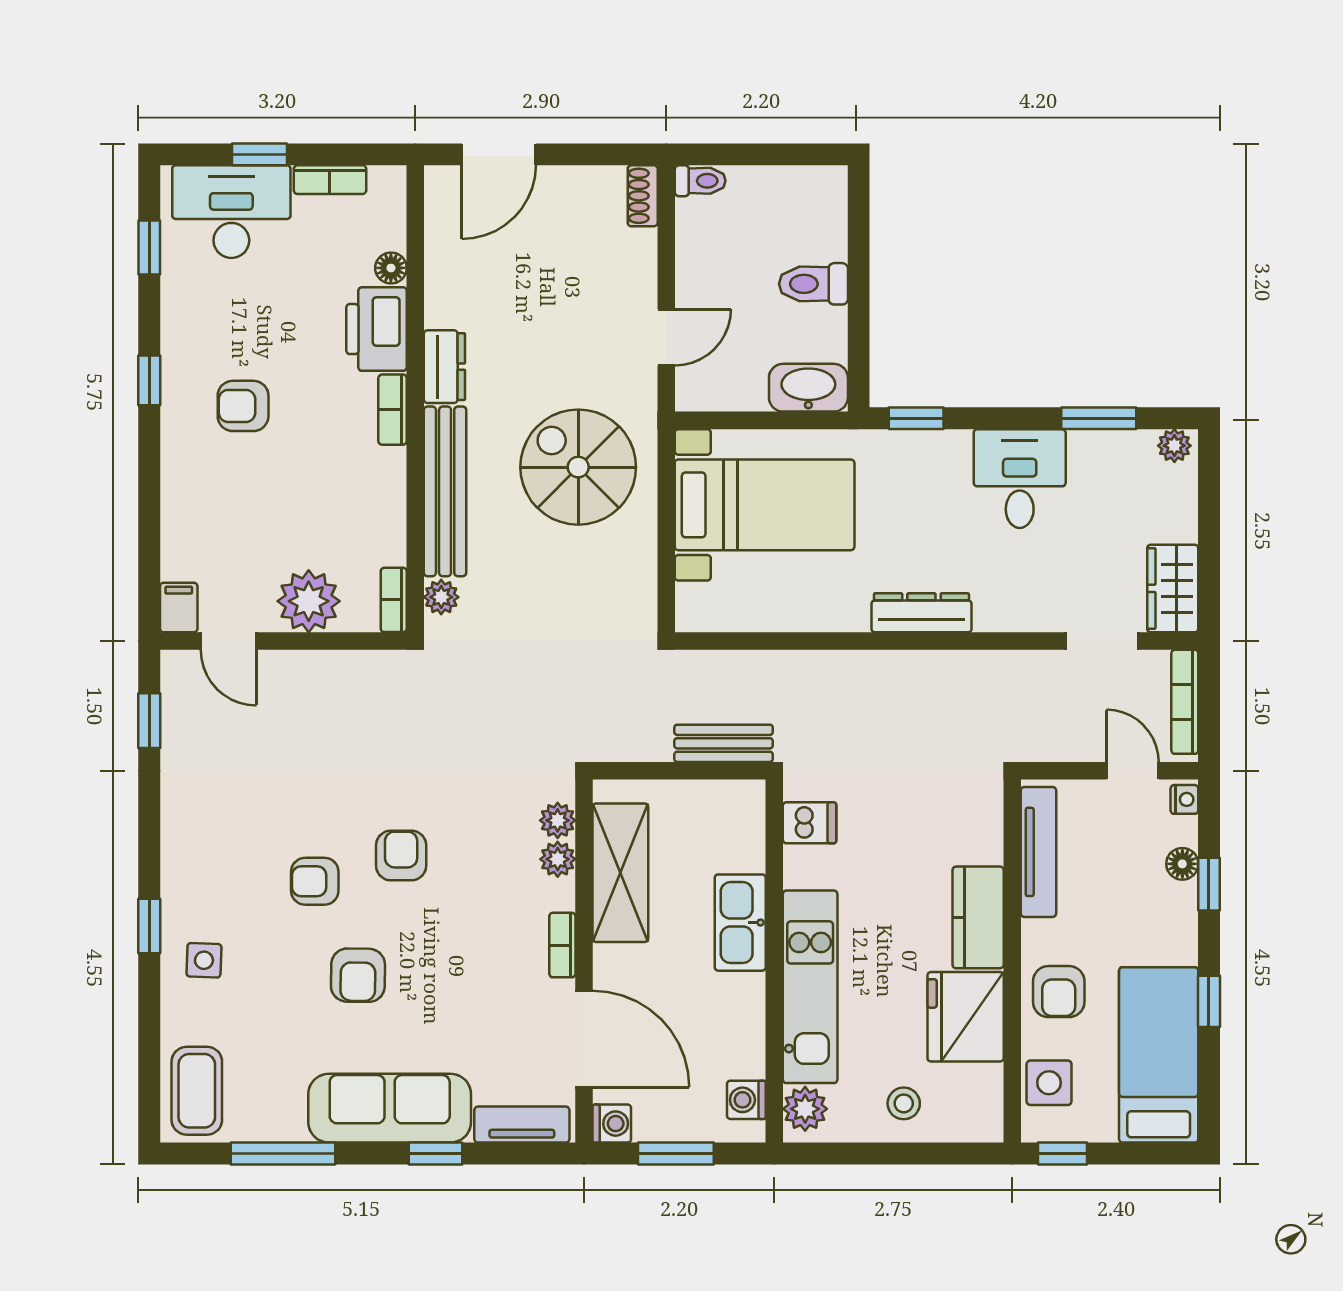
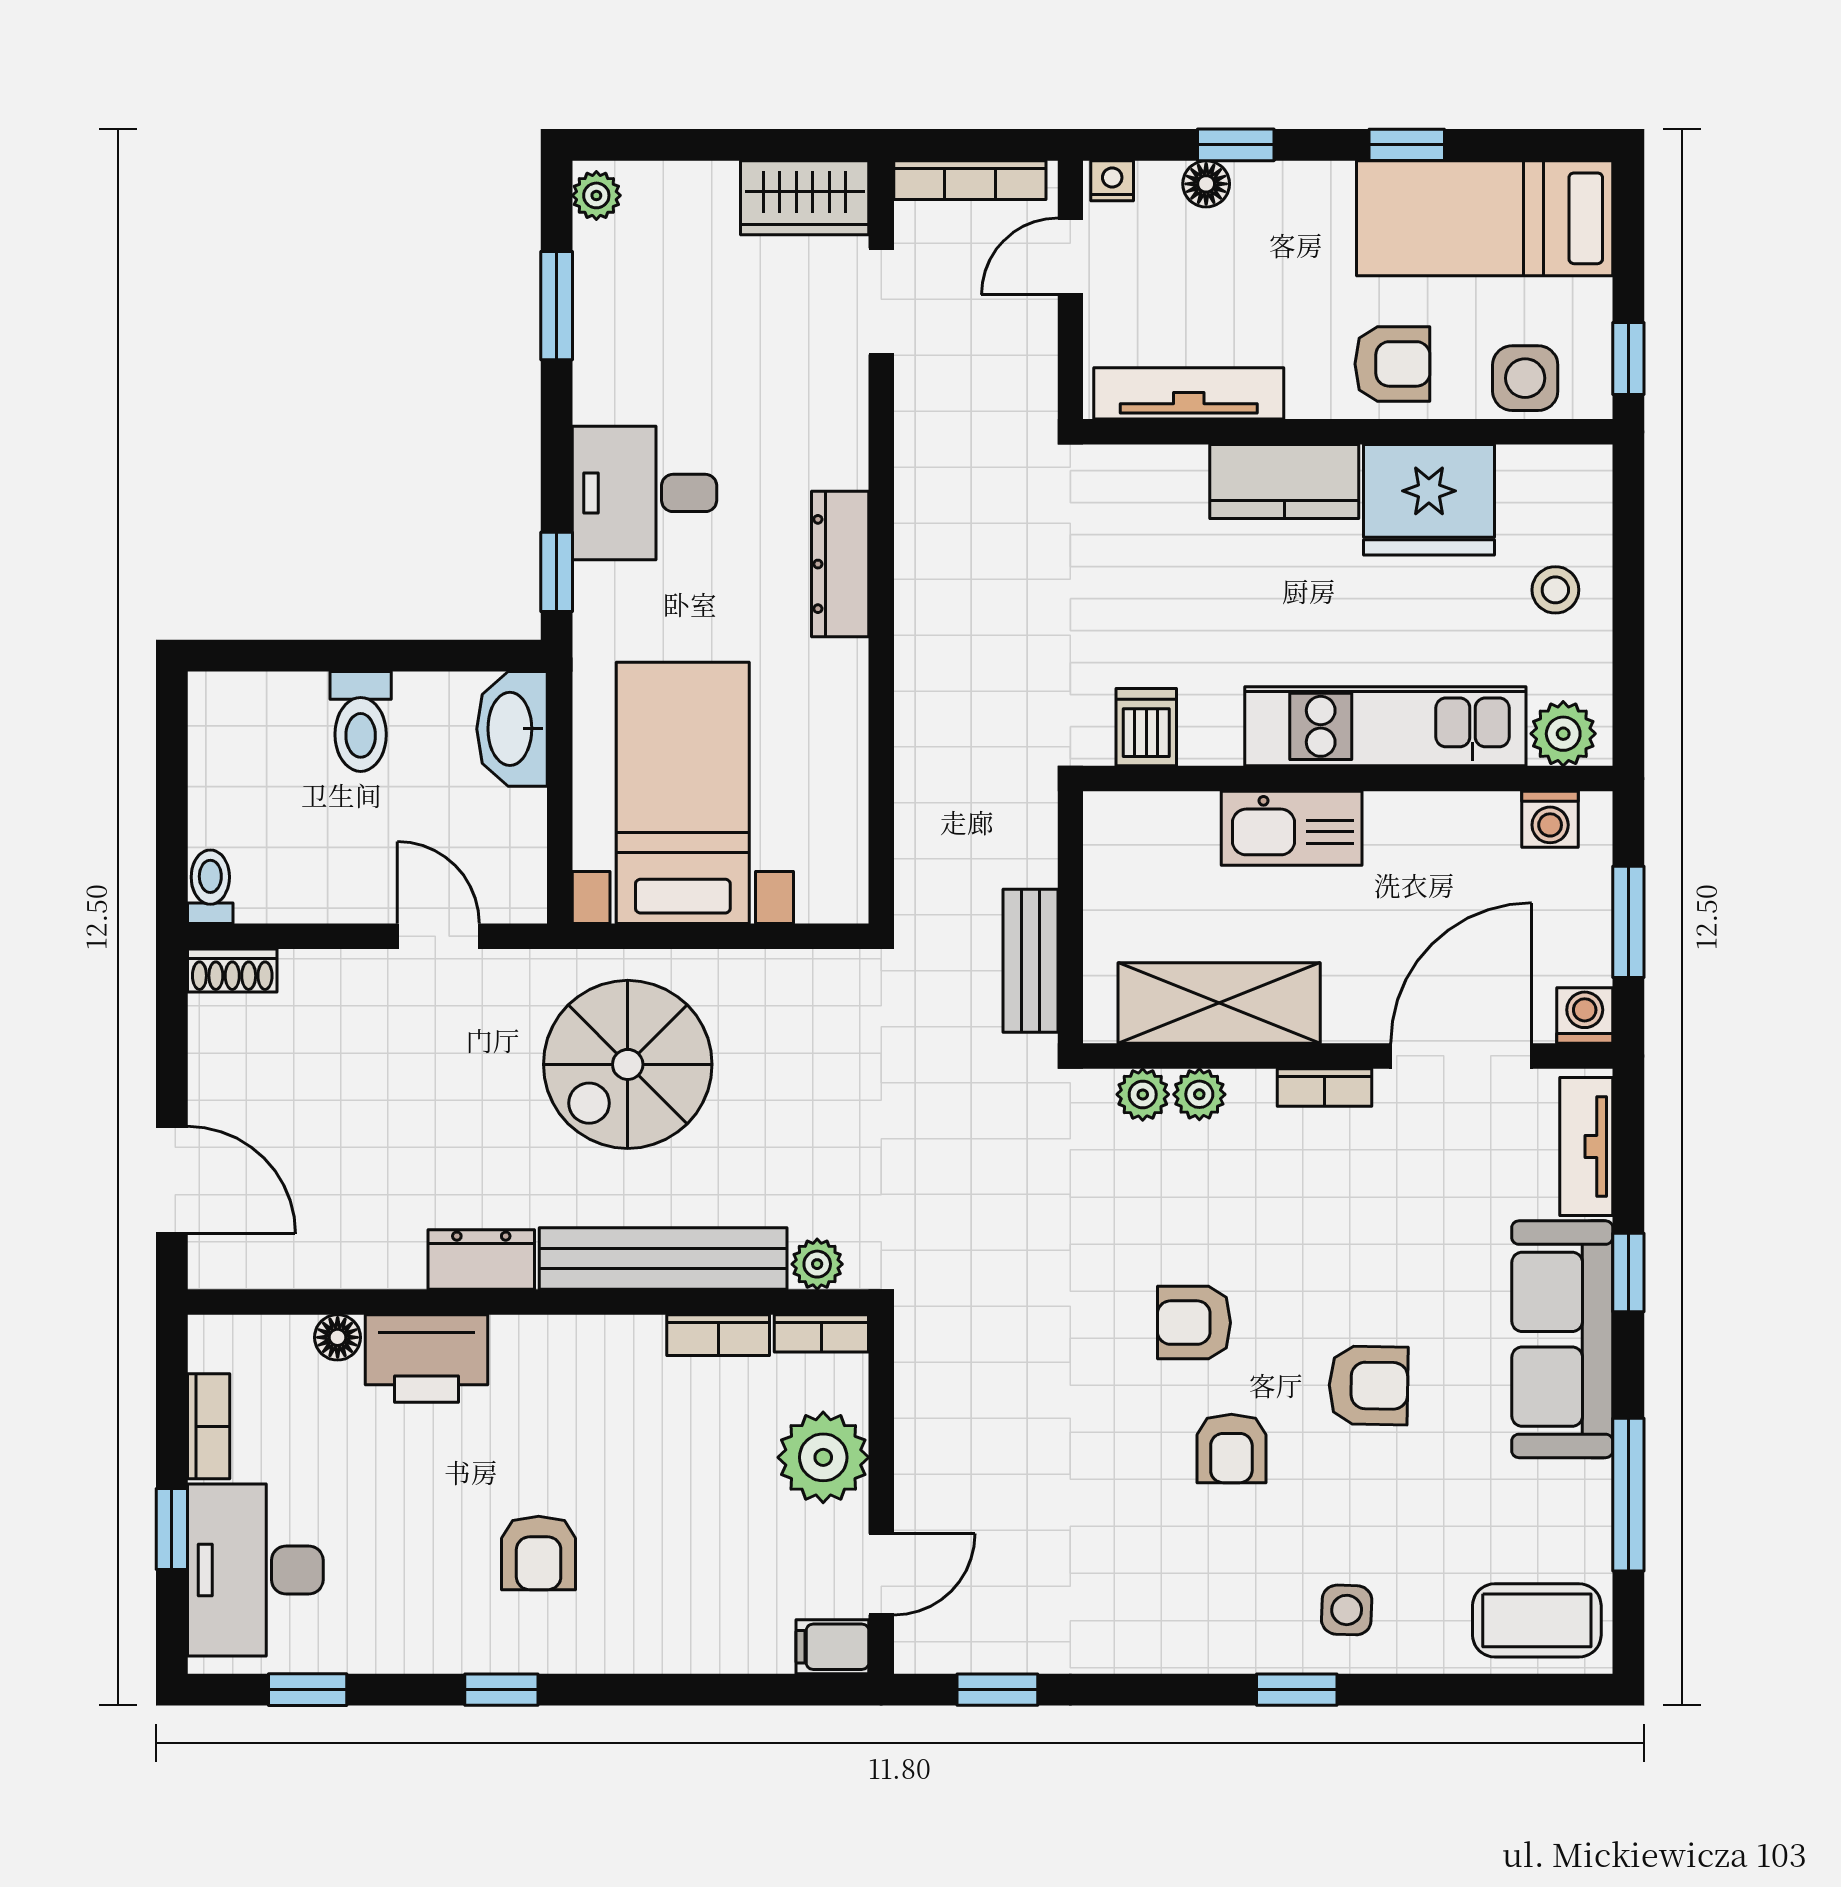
bookcase: (393, 410) -> (718, 1335), moved
desk: (1020, 479) -> (644, 493), moved
bench: (724, 743) -> (1030, 961), moved

